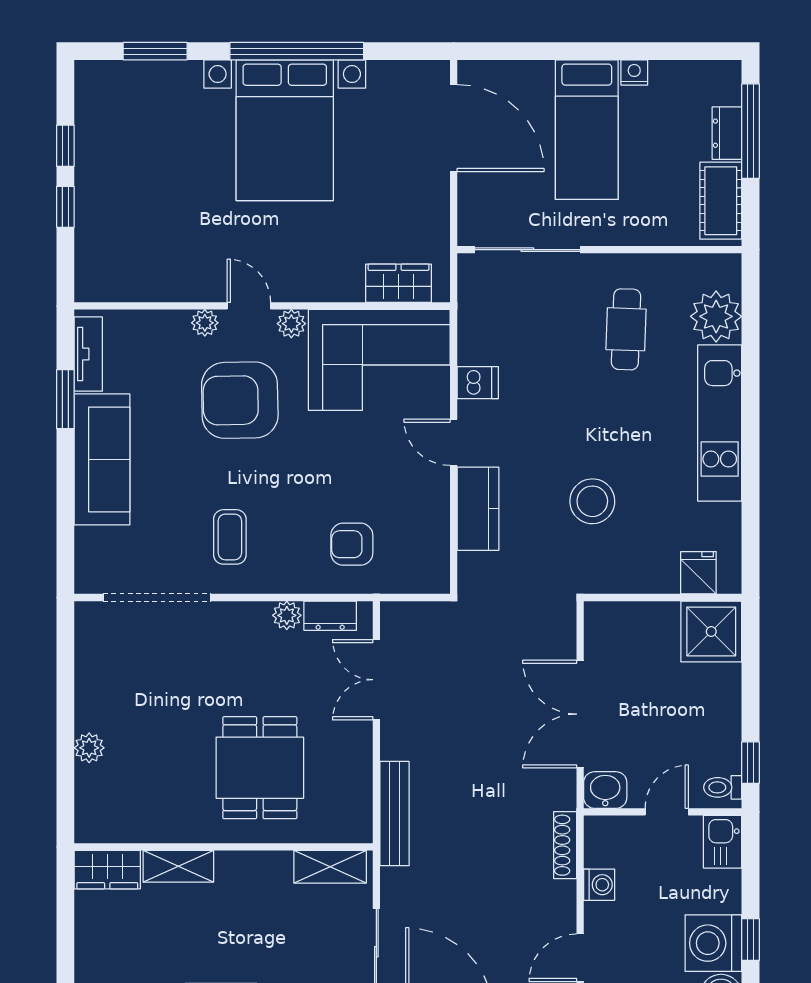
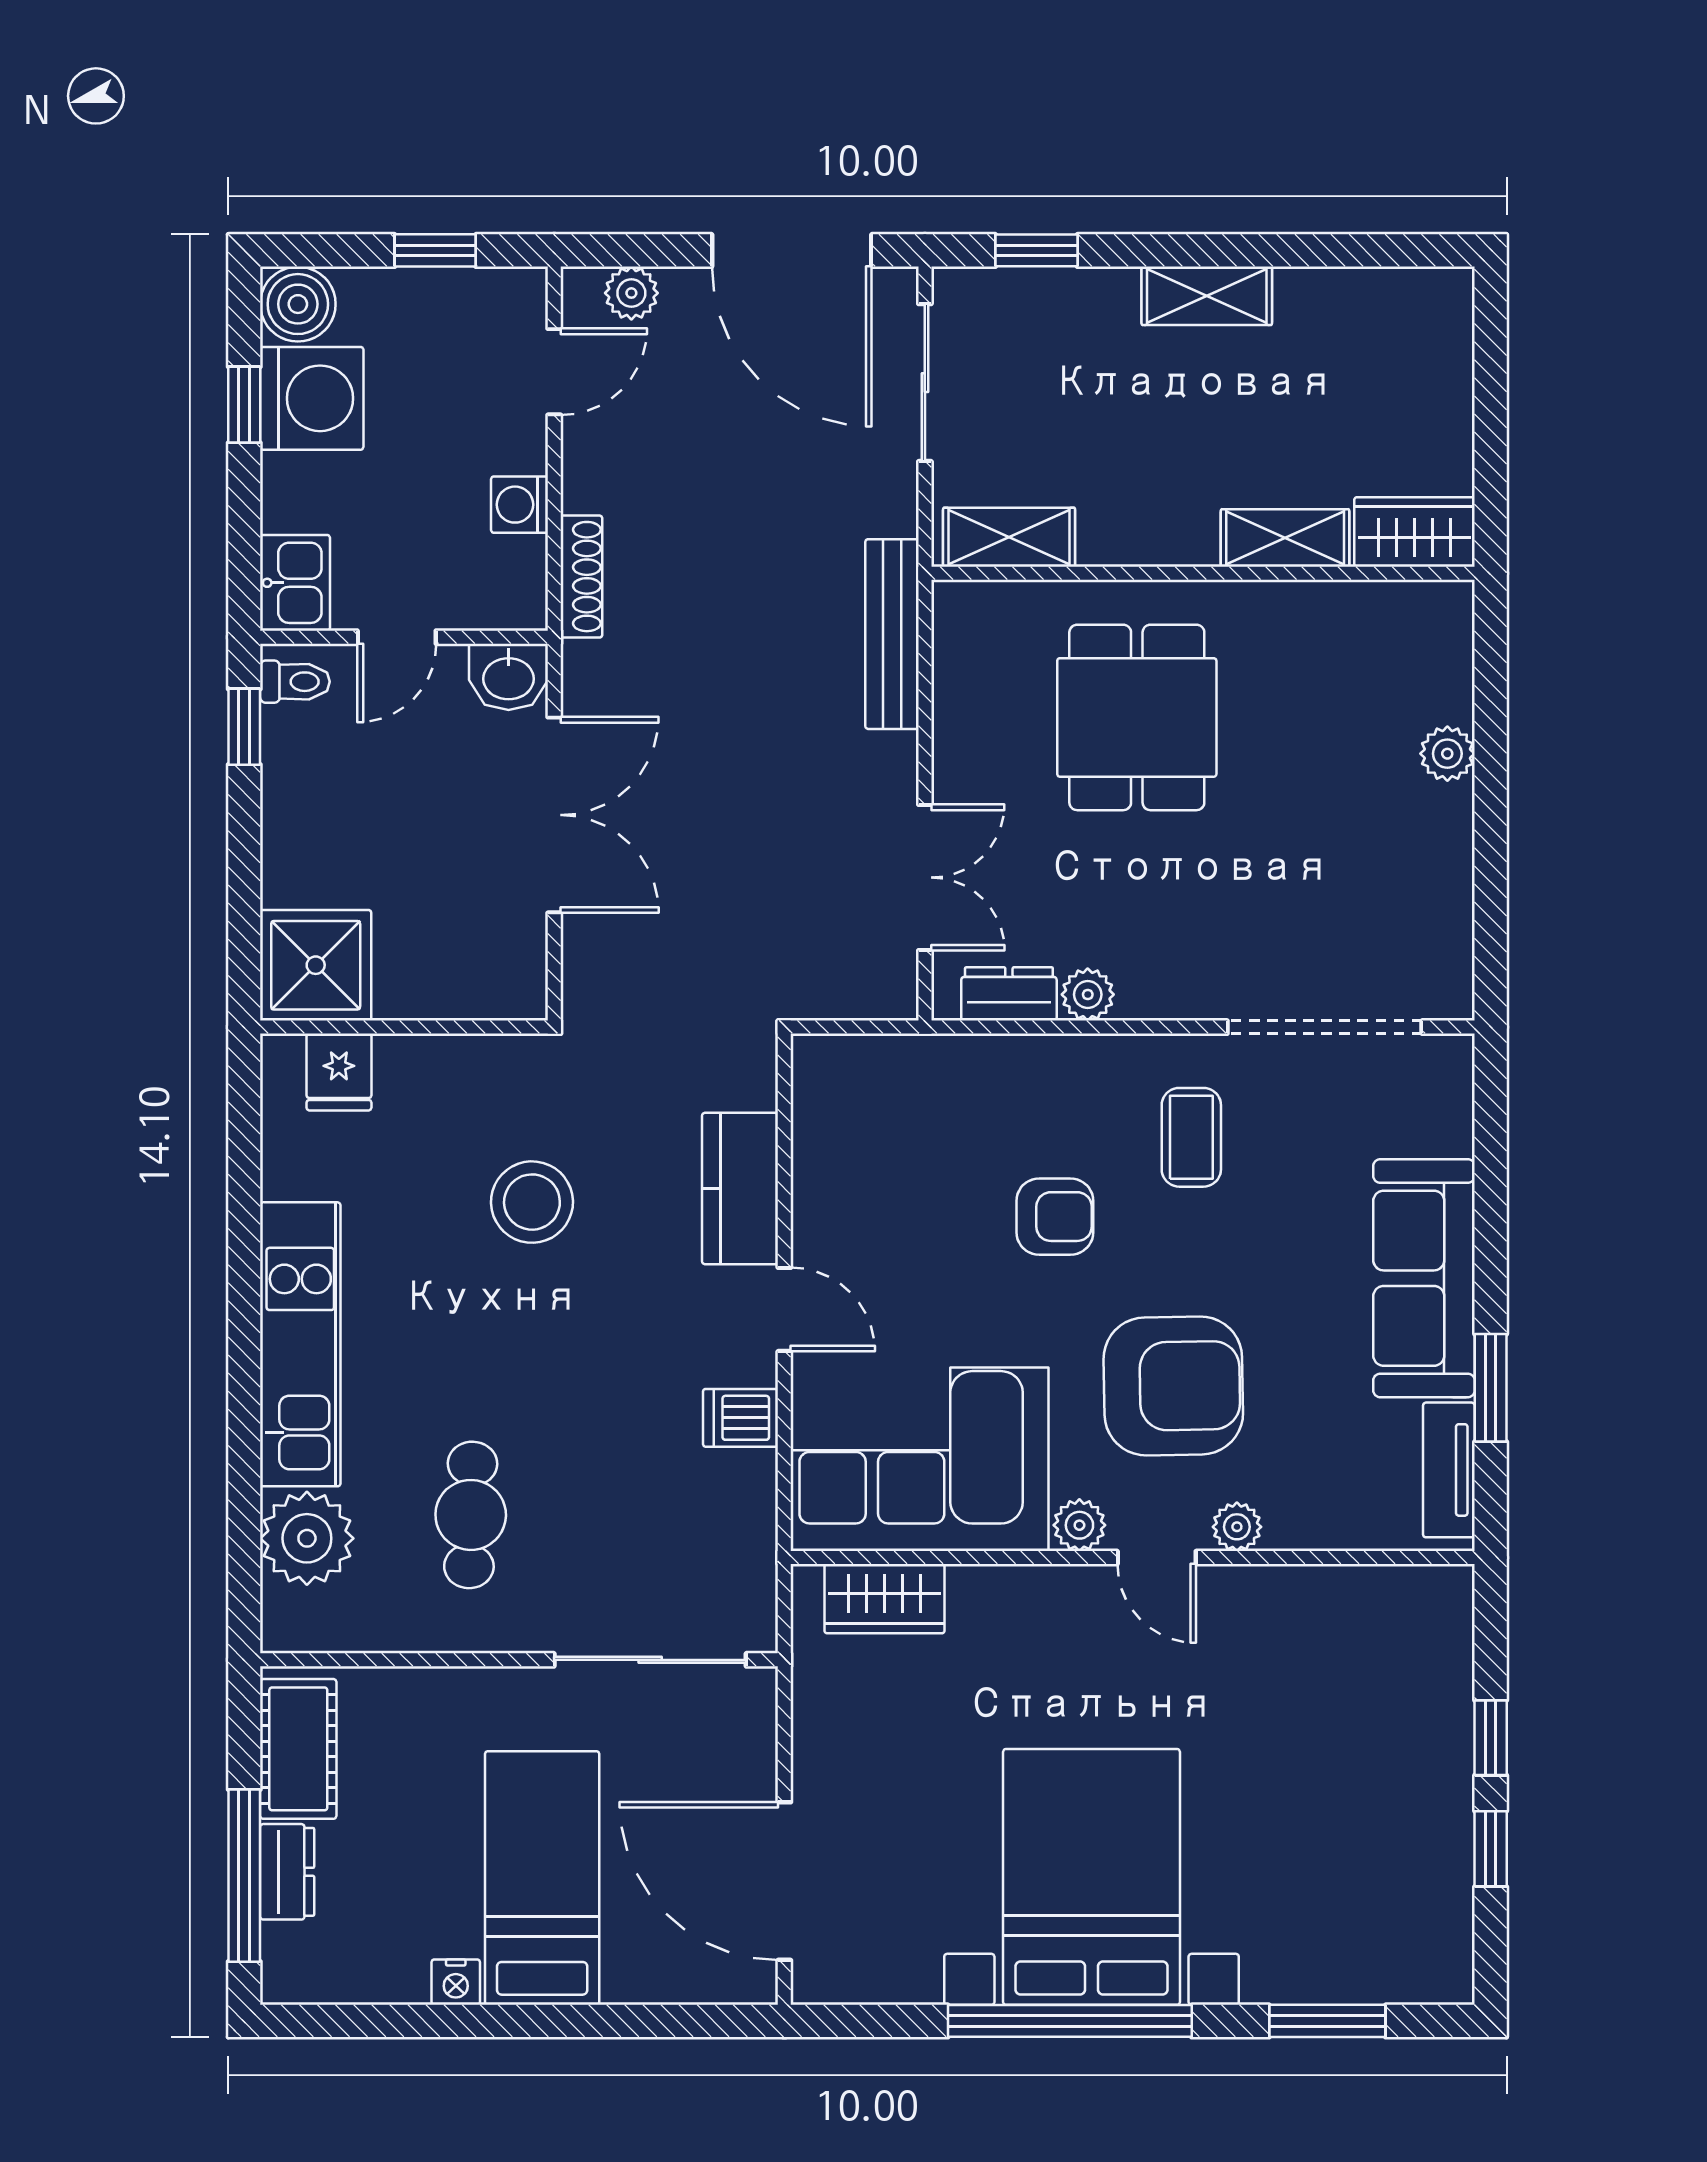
armchair: (352, 544) -> (1055, 1217), moved

